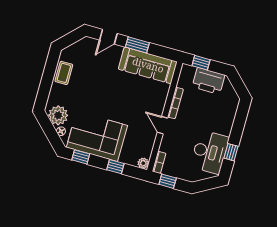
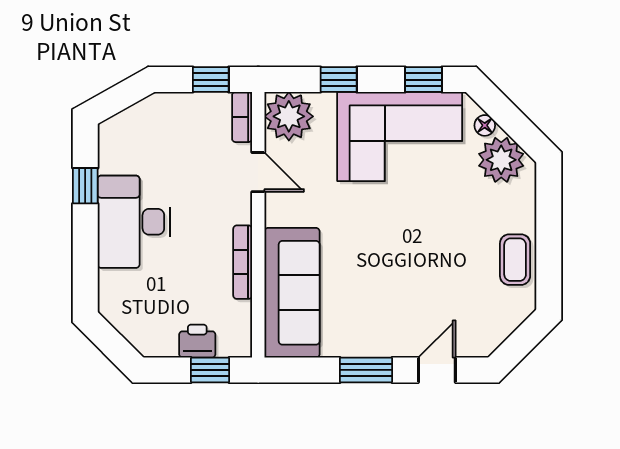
sofa: (148, 65) -> (292, 293), moved, turned 90
printer: (208, 81) -> (197, 341), width x0.53, depth x0.68
door: (162, 125) -> (258, 172), moved
desk: (210, 152) -> (134, 222), moved
plant: (143, 163) -> (289, 116), width x1.88, depth x1.88

